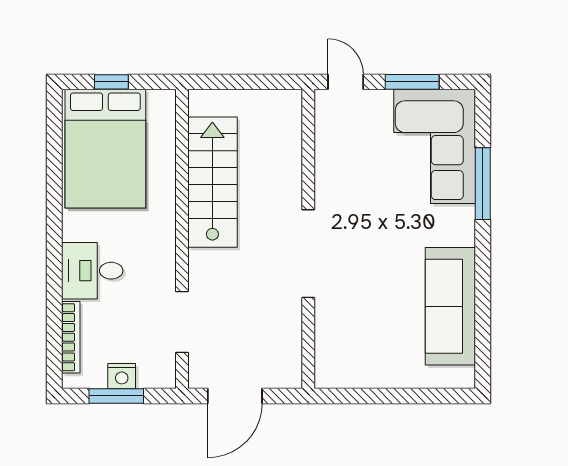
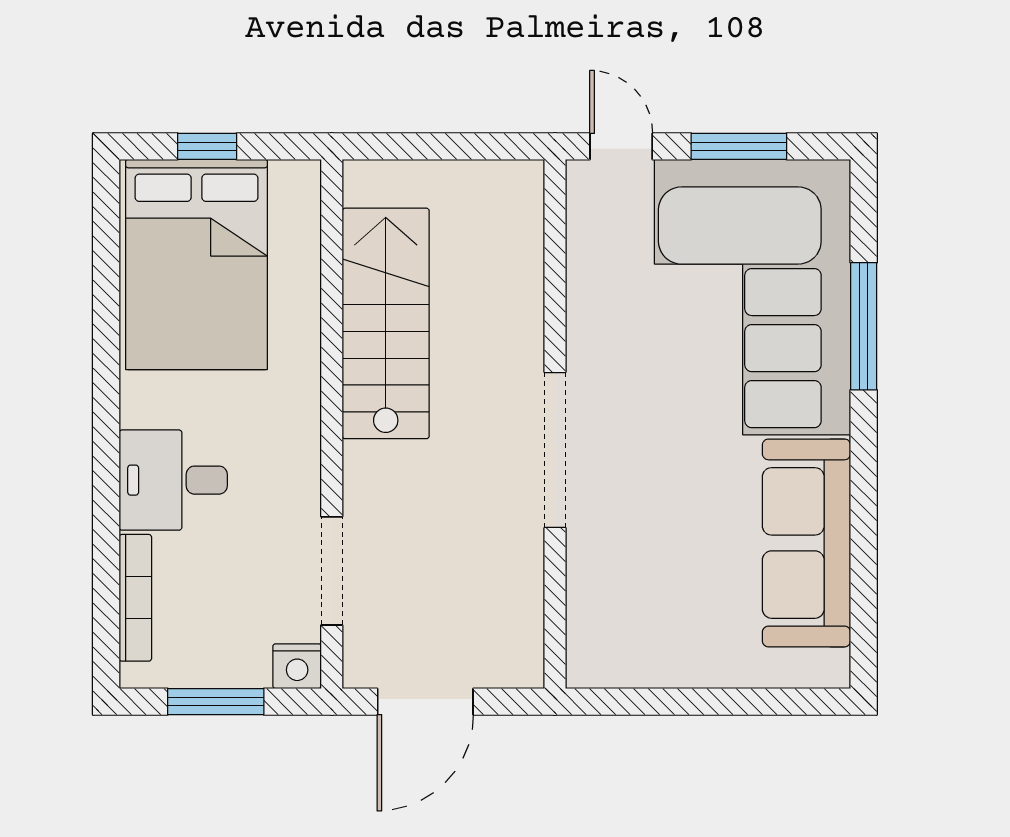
corner sofa: (435, 146) -> (753, 297), width x1.36, depth x1.36
nightstand: (122, 376) -> (297, 666), moved

